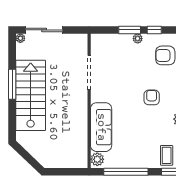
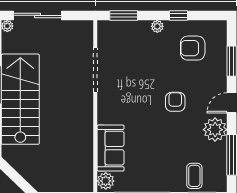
window: (130, 30) -> (124, 15), moved
sofa: (101, 127) -> (111, 148), width x0.73

